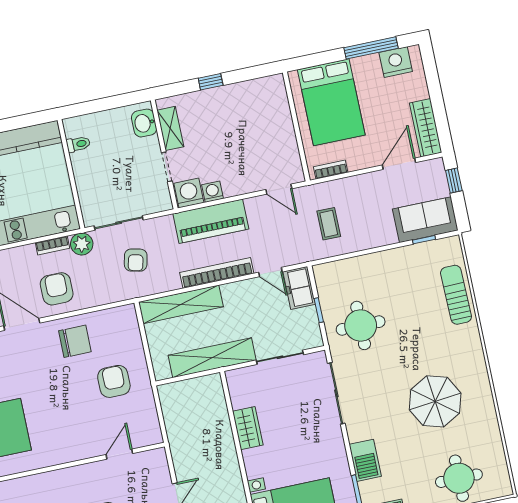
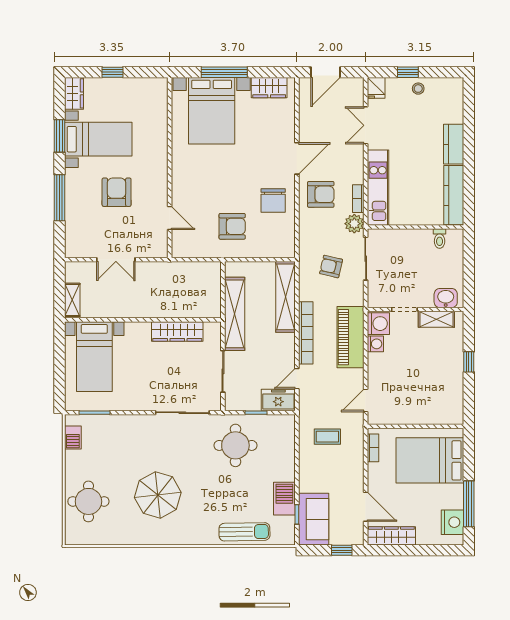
wardrobe: (248, 428) -> (177, 332), width x1.50
barbecue: (365, 460) -> (284, 499), moved, turned 90

